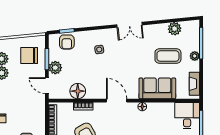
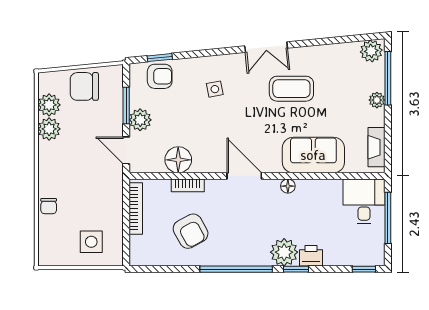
plant: (175, 29) -> (371, 51), moved
armchair: (67, 42) -> (160, 76), turned -90
chair: (29, 55) -> (84, 86), moved
coffee table: (168, 56) -> (291, 89), moved

